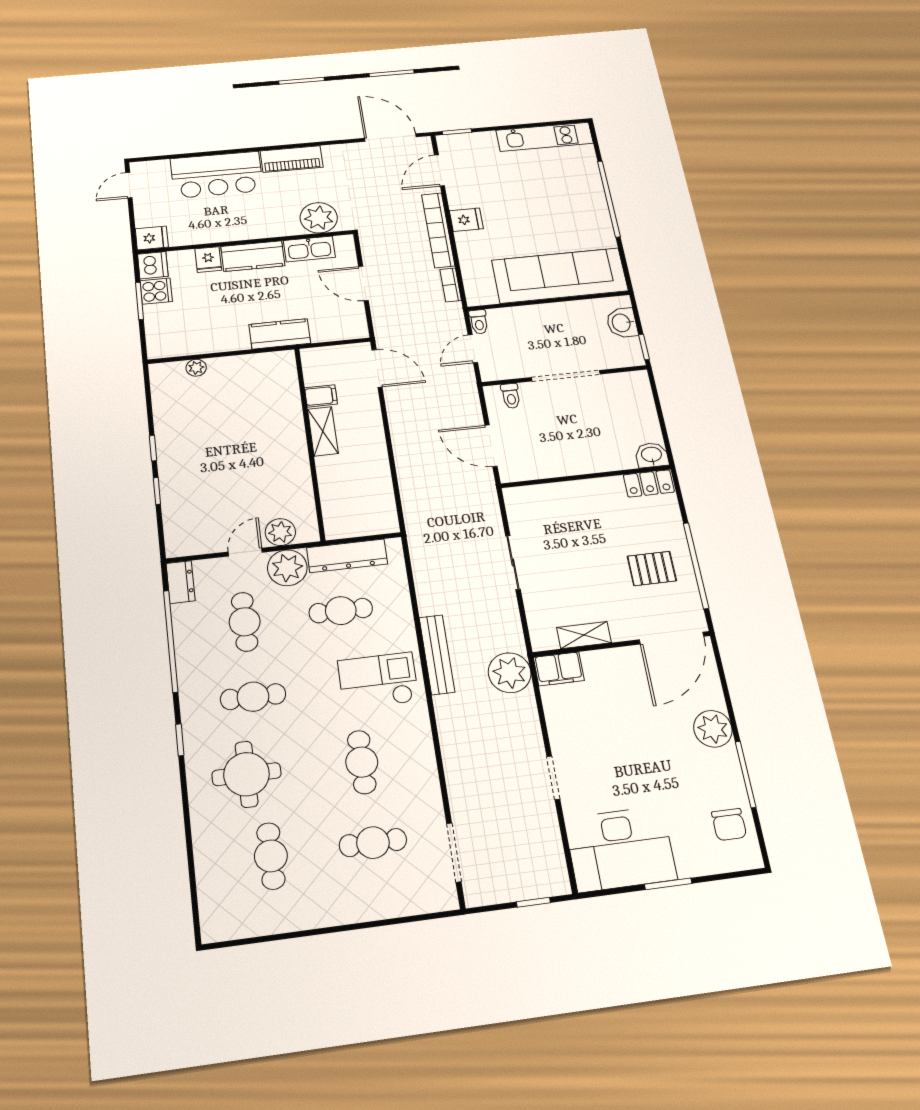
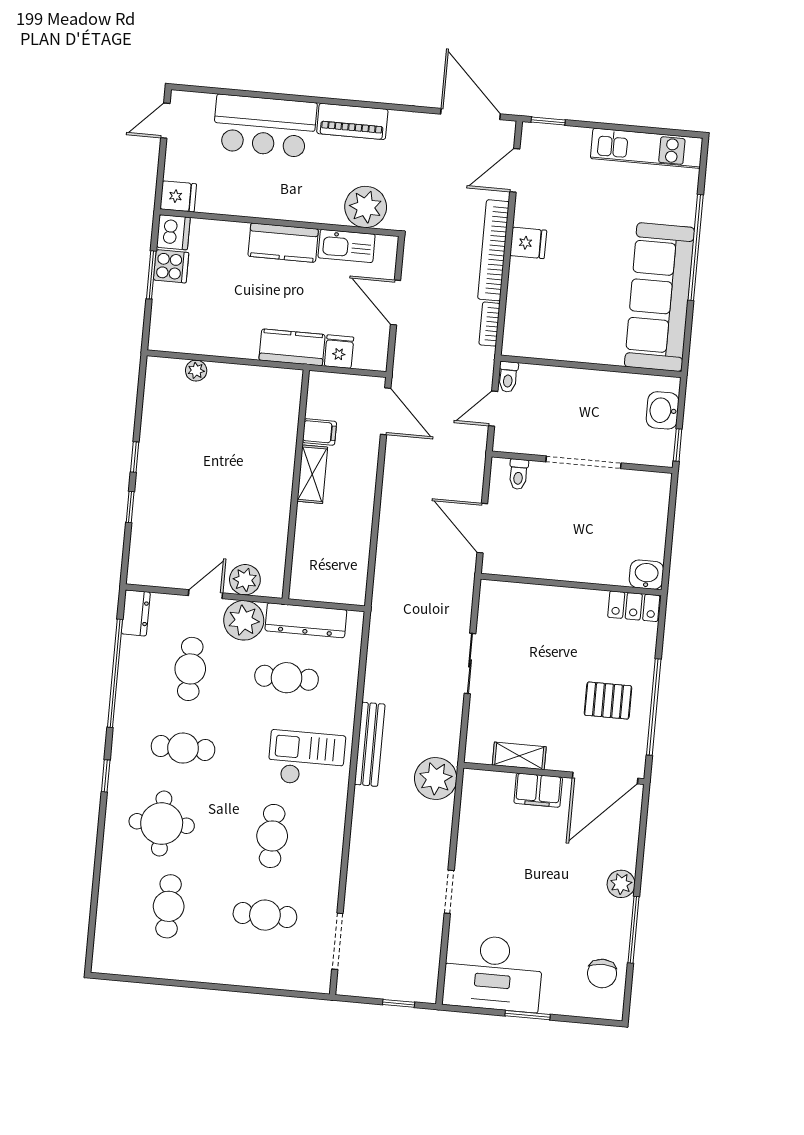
fridge: (208, 260) -> (339, 352), moved, turned 180
sofa: (560, 275) -> (659, 297), moved, turned -90
filing cabinet: (559, 669) -> (538, 790), moved
plant: (713, 729) -> (621, 884), width x0.73, depth x0.73

